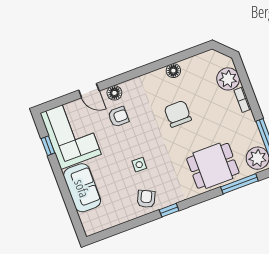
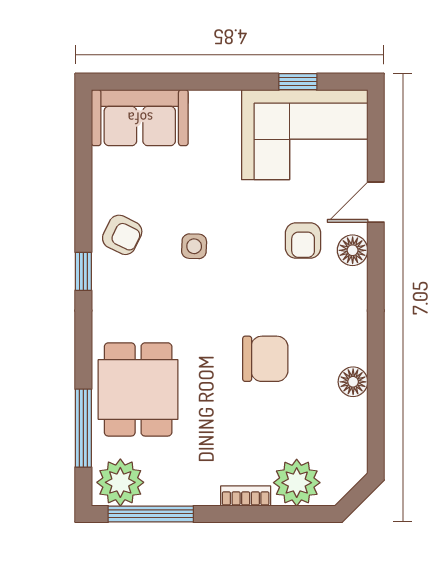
sofa: (82, 188) -> (140, 118), moved

